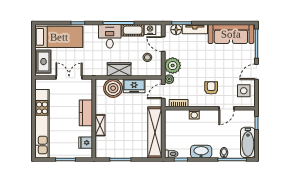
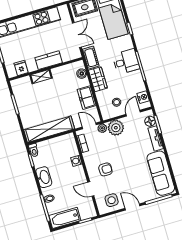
cot: (133, 30) -> (91, 58), moved
boiler: (113, 88) -> (82, 74), width x0.54, depth x0.54

